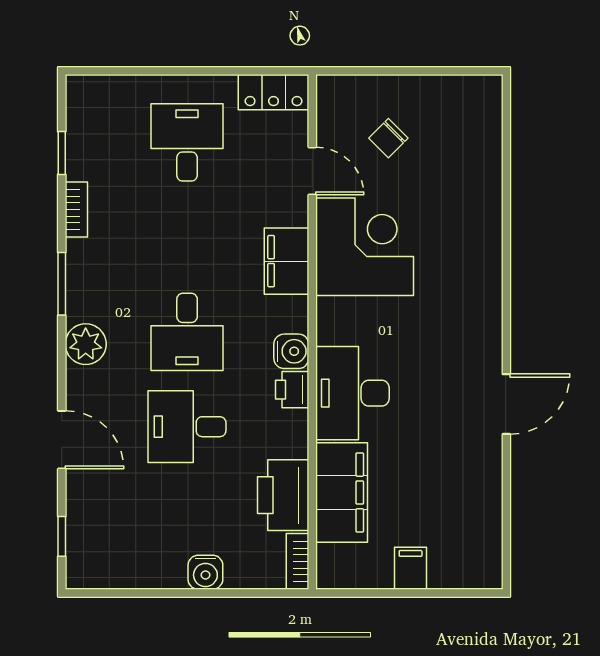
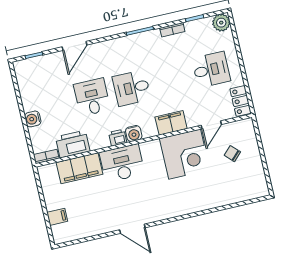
plant: (86, 344) -> (221, 23), moved
filing cabinet: (411, 568) -> (57, 217), moved

